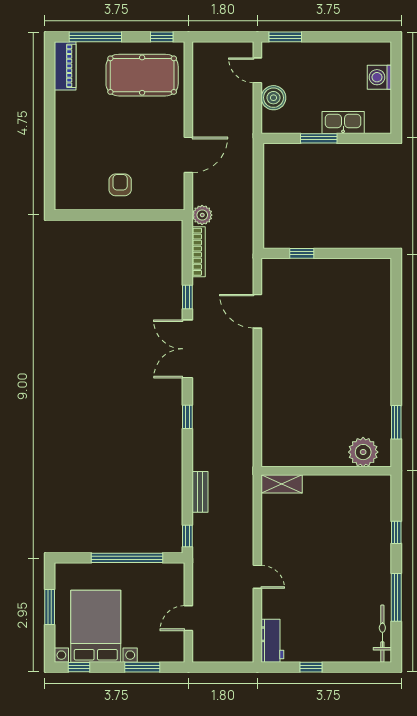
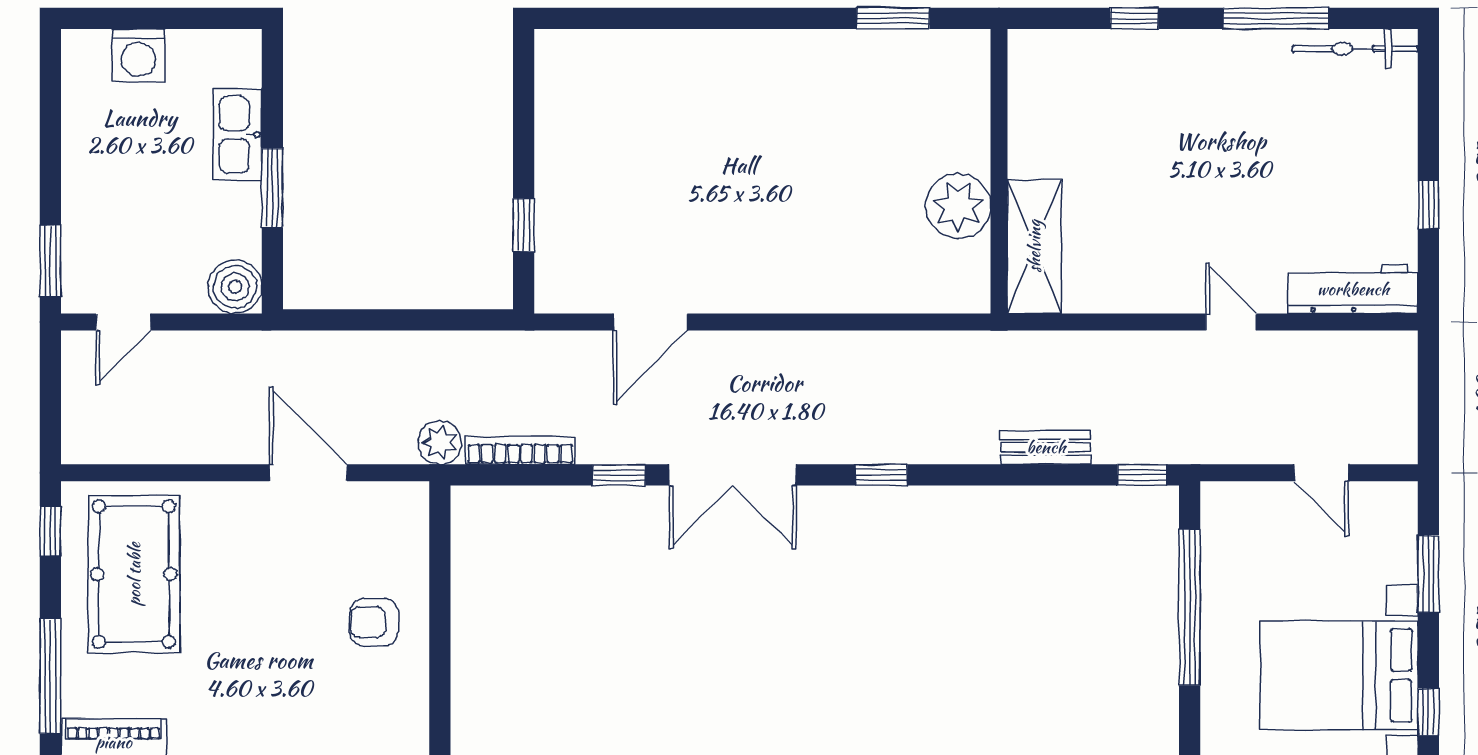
boiler: (273, 98) -> (235, 287), moved
plant: (363, 452) -> (958, 206), moved
shelving: (282, 484) -> (1034, 246), width x1.50, depth x1.33
door: (257, 577) -> (1231, 322), hinge flipped
workbench: (272, 641) -> (1353, 289), width x1.38

